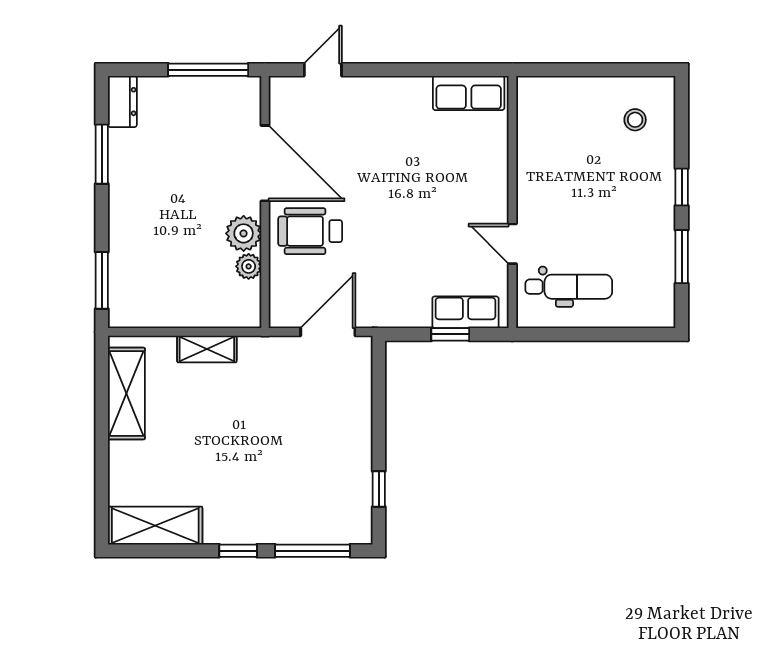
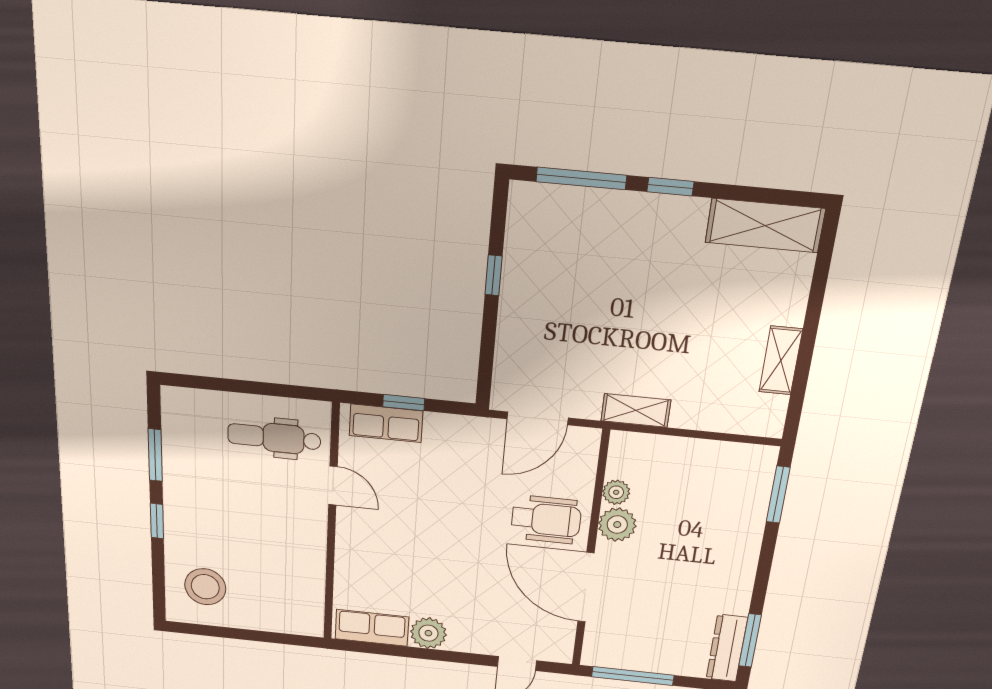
plant: (412, 94) -> (428, 633), added
dresser: (122, 102) -> (727, 648), width x1.44
stool: (635, 120) -> (205, 587), width x1.89, depth x1.89
window: (102, 154) -> (750, 641), moved
shelving: (207, 349) -> (636, 410), moved
shelving: (126, 394) -> (781, 360), width x0.67, depth x0.75
window: (379, 489) -> (494, 275), moved

